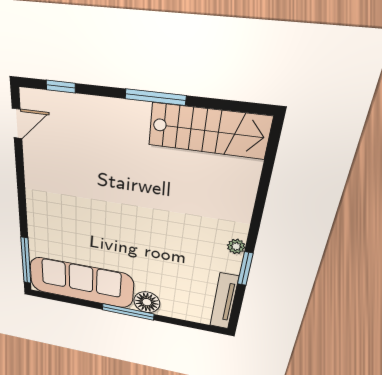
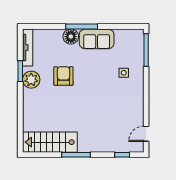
side table: (61, 234) -> (124, 73), added
plant: (236, 246) -> (31, 80), width x1.88, depth x1.88
armchair: (166, 247) -> (63, 76), added
sofa: (81, 282) -> (97, 39), width x0.54, depth x0.79

